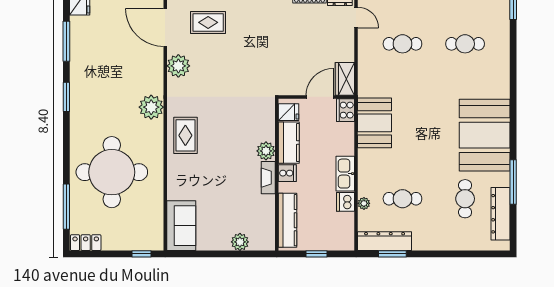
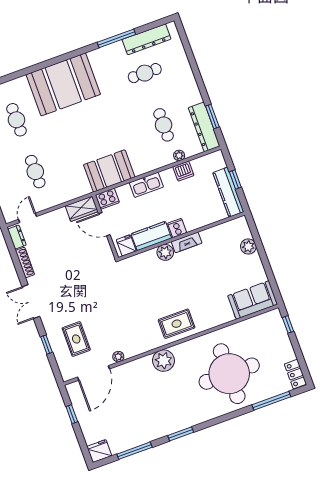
plant: (178, 66) -> (118, 357), width x0.53, depth x0.53
booth: (485, 135) -> (63, 84), moved
kitchen sink: (345, 174) -> (146, 185), moved
kitchen counter: (287, 220) -> (228, 192), moved, turned -90

